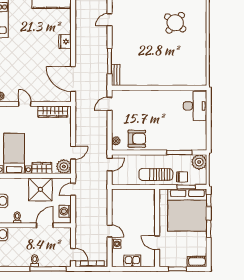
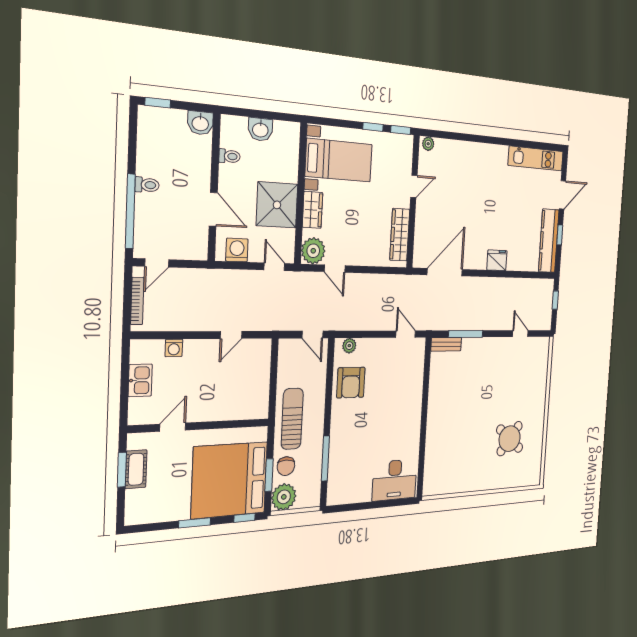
plant: (199, 162) -> (284, 497), moved
door: (110, 231) -> (231, 335), moved
cot: (197, 262) -> (136, 469), moved

